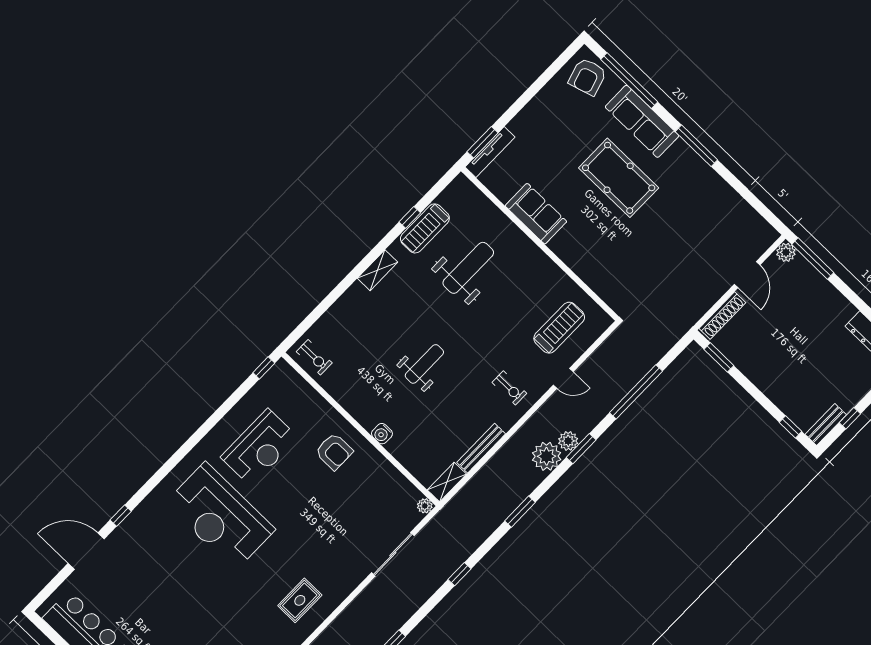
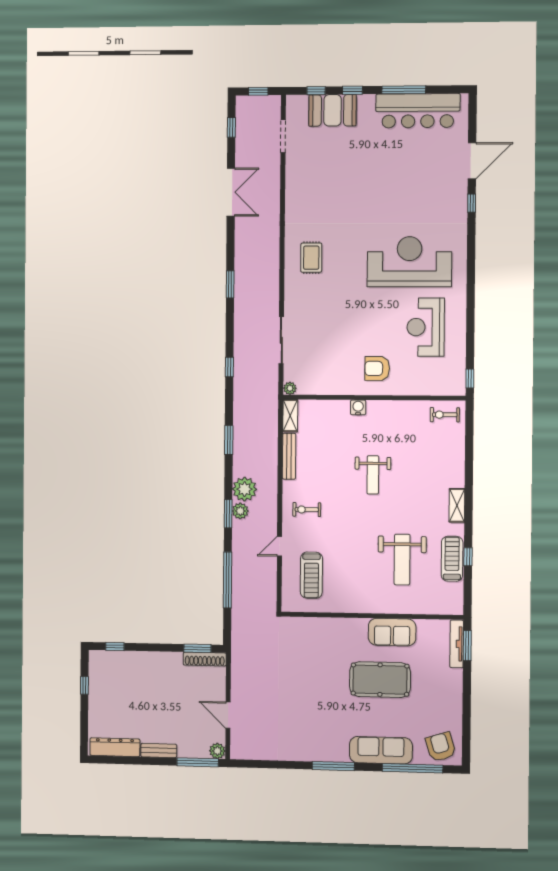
pool table: (619, 178) -> (380, 680), moved
shoe rack: (722, 315) -> (205, 659), moved, turned -90
bench: (826, 425) -> (159, 750), moved, turned 90

